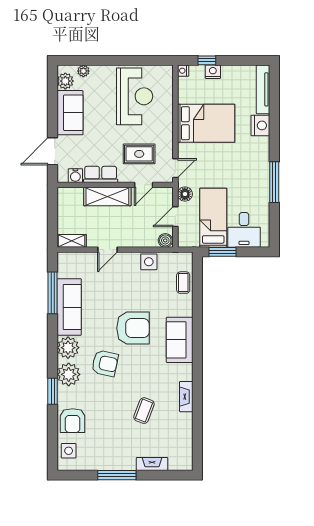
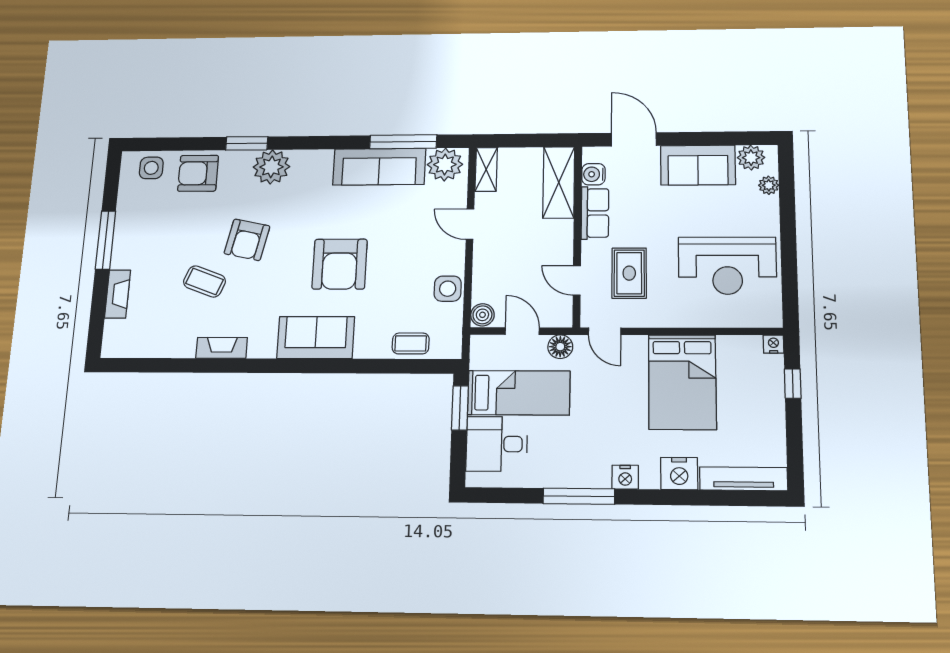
nightstand: (213, 72) -> (625, 477), moved, turned 90
shelving: (107, 196) -> (559, 182), moved
plant: (68, 348) -> (445, 165), moved
armchair: (105, 363) -> (247, 240), moved

